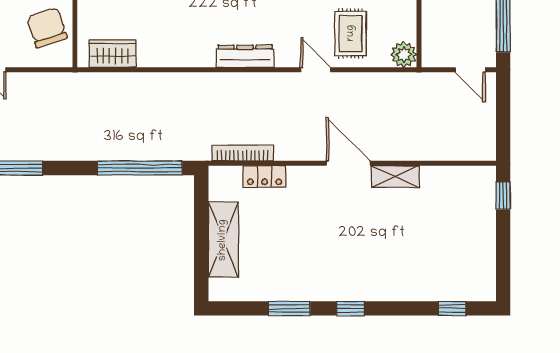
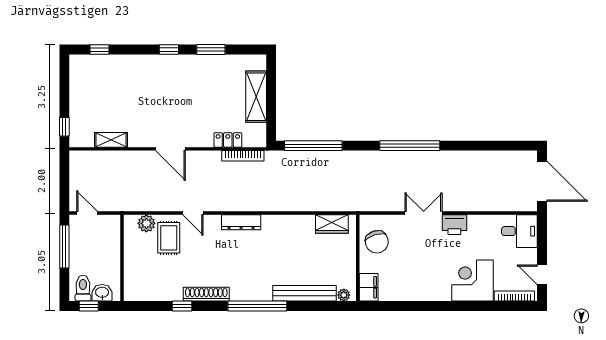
plant: (404, 55) -> (146, 223), moved
shelving: (395, 176) -> (111, 140), moved

